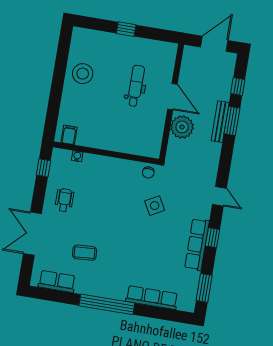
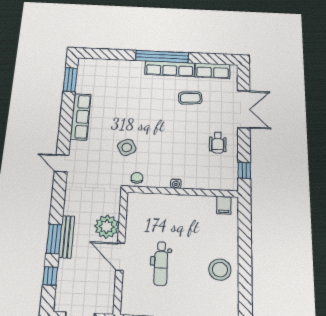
water cooler: (77, 156) -> (176, 184), moved
window: (213, 238) -> (66, 124), removed
row of seats: (152, 298) -> (170, 69), moved

